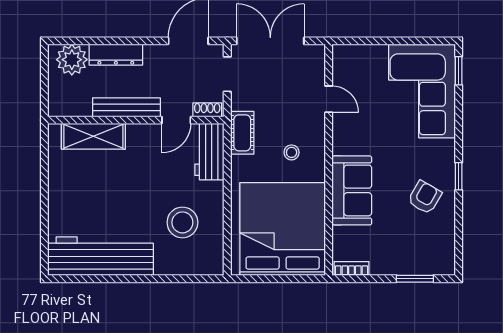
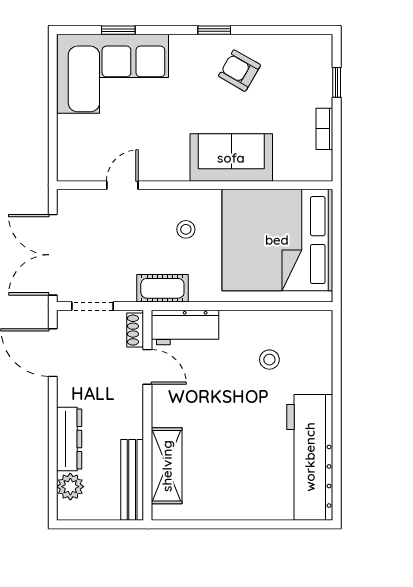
plant: (72, 60) -> (70, 487), width x0.73, depth x0.73
window: (459, 71) -> (118, 30), moved
bench: (126, 107) -> (132, 480), moved
stool: (182, 222) -> (269, 360), width x0.53, depth x0.53
bookcase: (352, 269) -> (324, 129), moved
window: (415, 279) -> (337, 82), width x0.67

